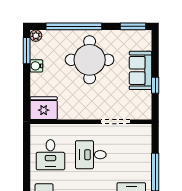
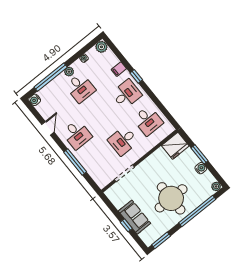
window: (27, 51) -> (199, 154), moved
window: (155, 85) -> (126, 225), moved
desk: (50, 155) -> (148, 121), turned 180
desk: (91, 155) -> (123, 141), turned 180

